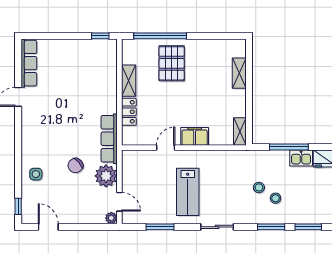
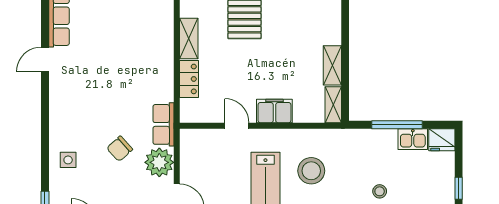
shelving: (239, 73) -> (332, 65), moved
row of seats: (109, 139) -> (163, 124), width x0.68
door: (166, 148) -> (237, 126), hinge flipped
stool: (259, 187) -> (311, 171), moved, width x1.89, depth x1.89

